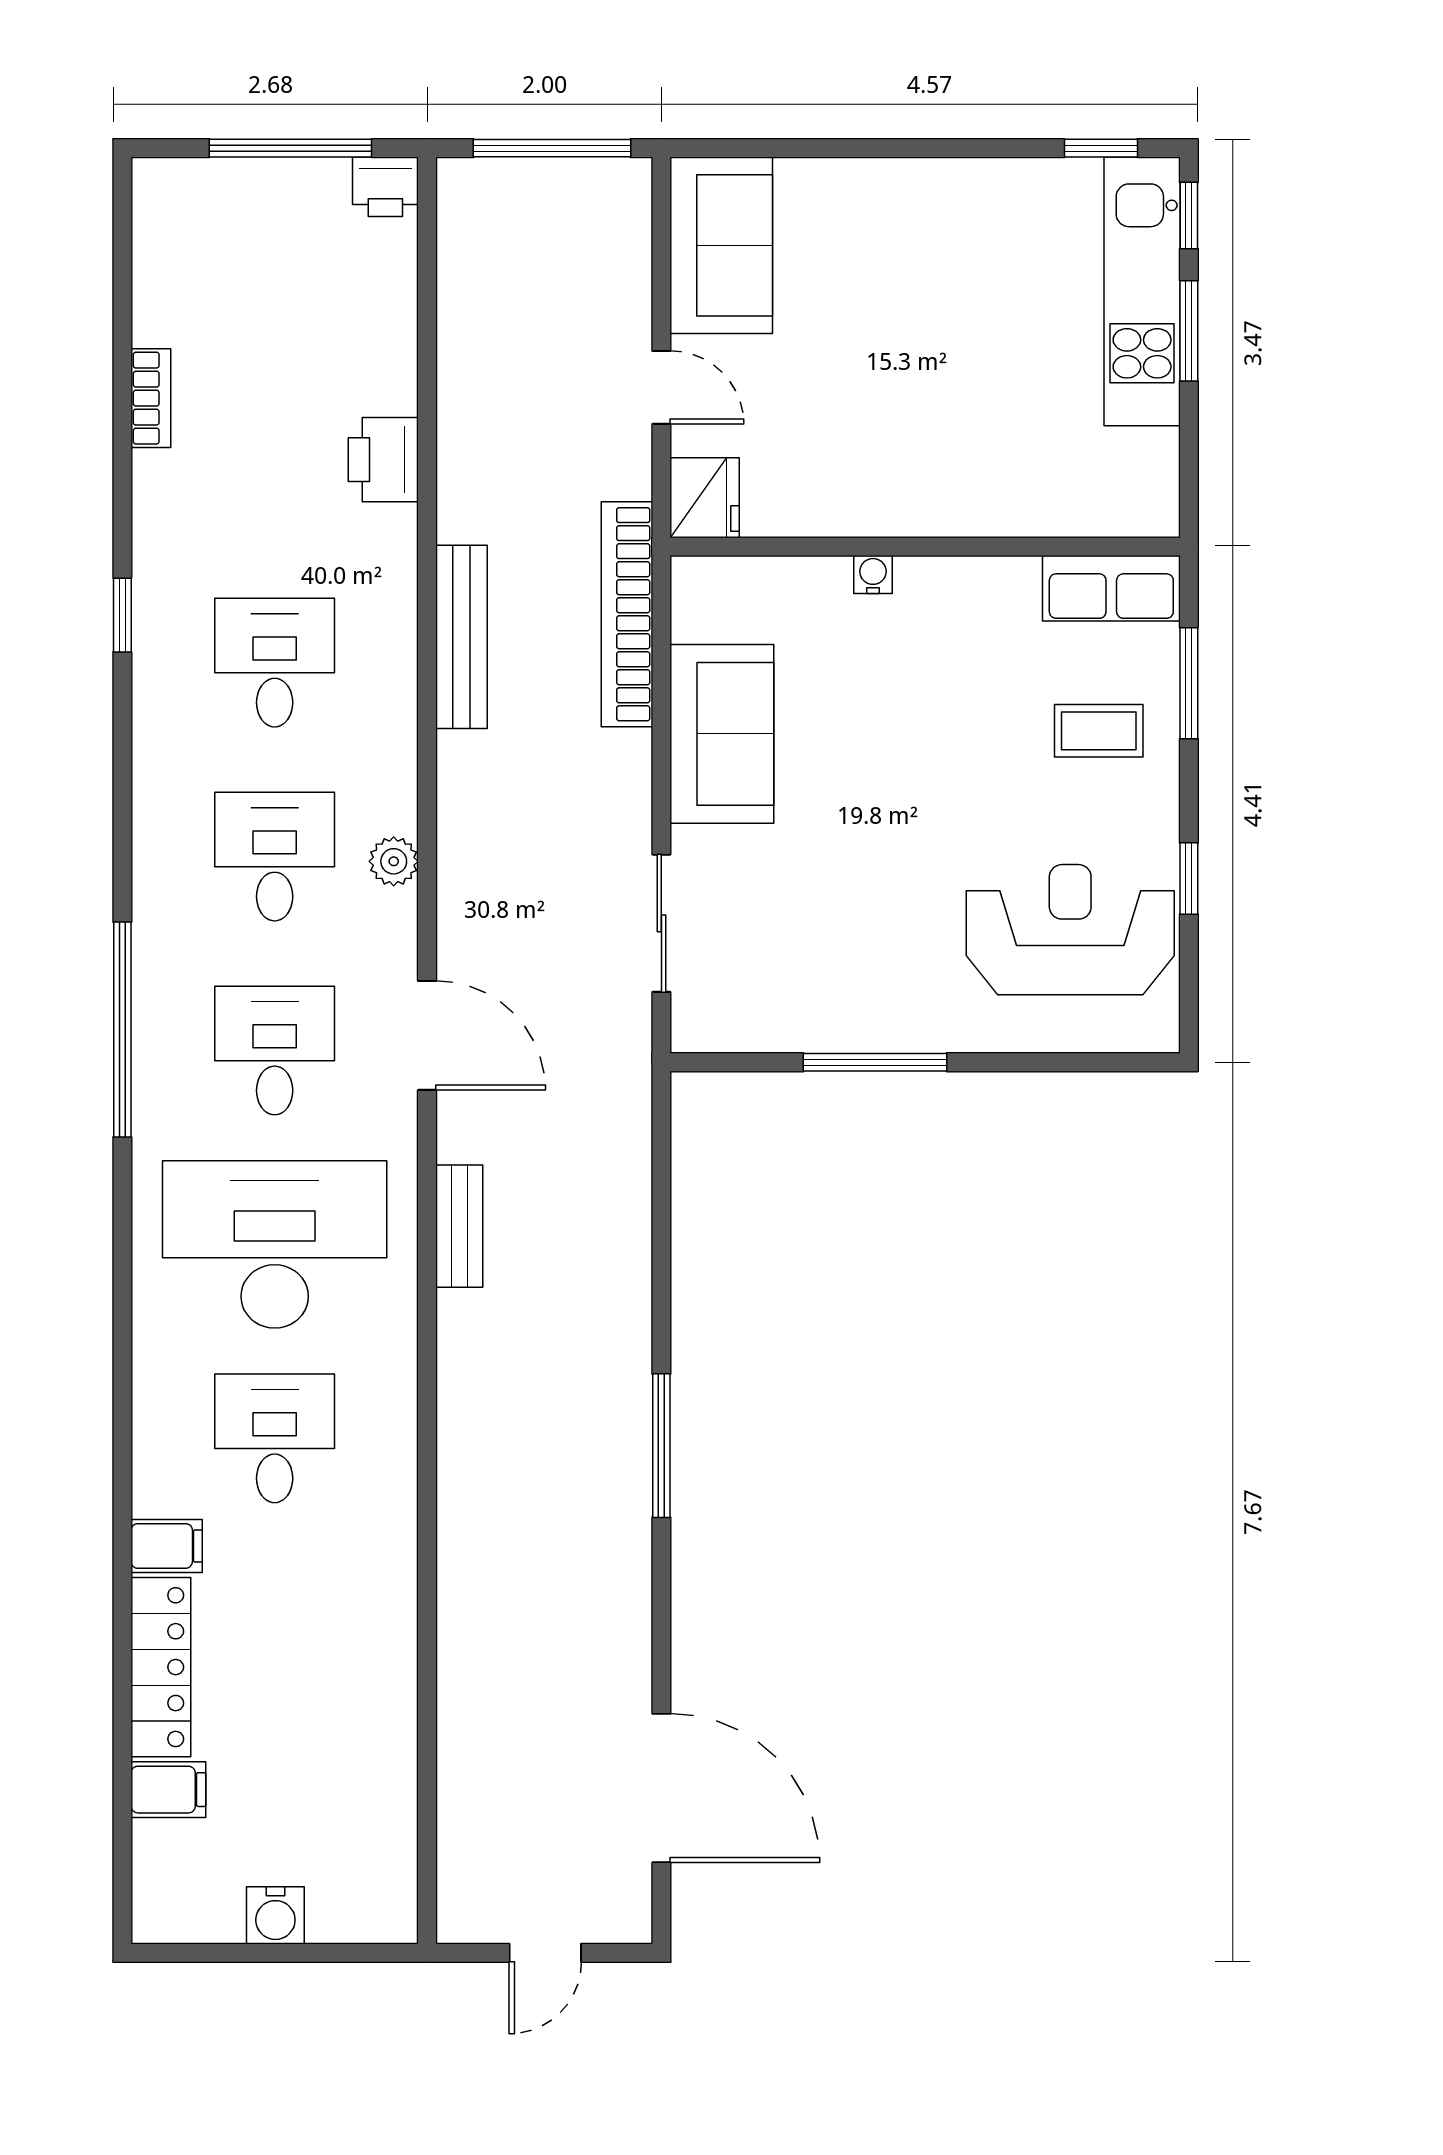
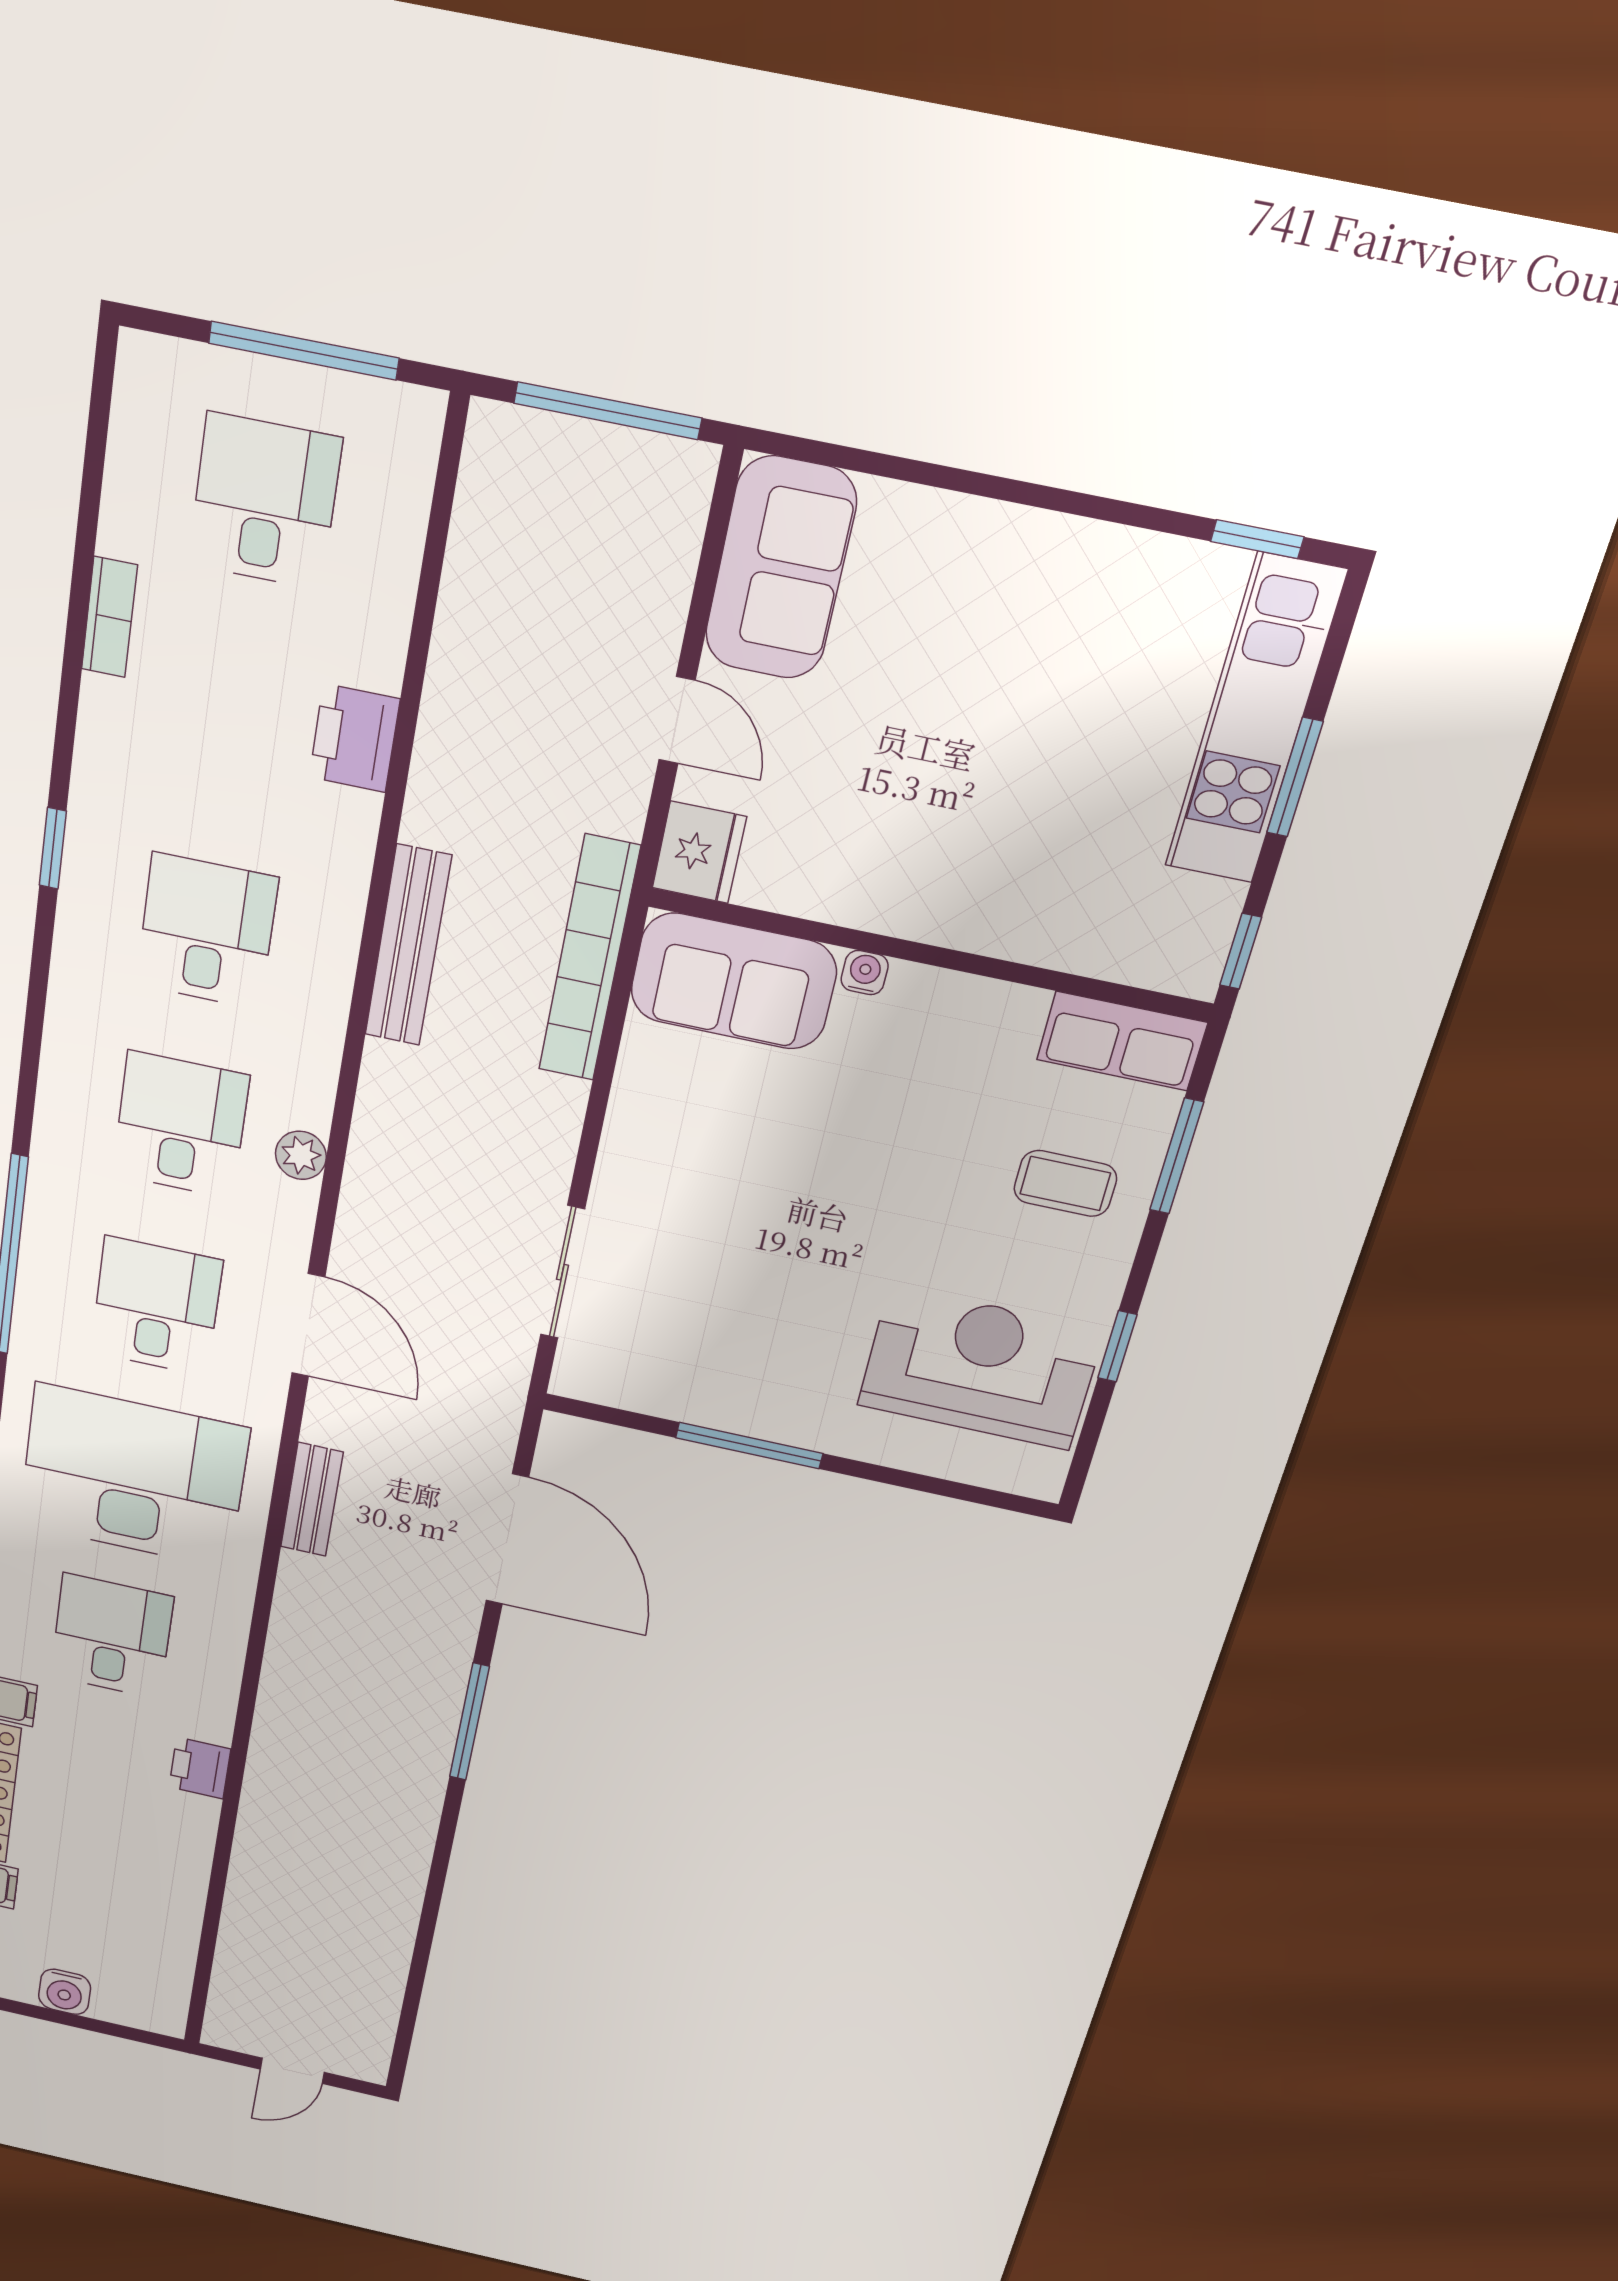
printer: (385, 187) -> (200, 1768), moved, turned 90
window: (1189, 216) -> (1241, 951), moved
desk: (275, 275) -> (265, 501), added
sofa: (722, 734) -> (733, 981), moved, turned 90
door: (661, 1788) -> (507, 1539), moved

